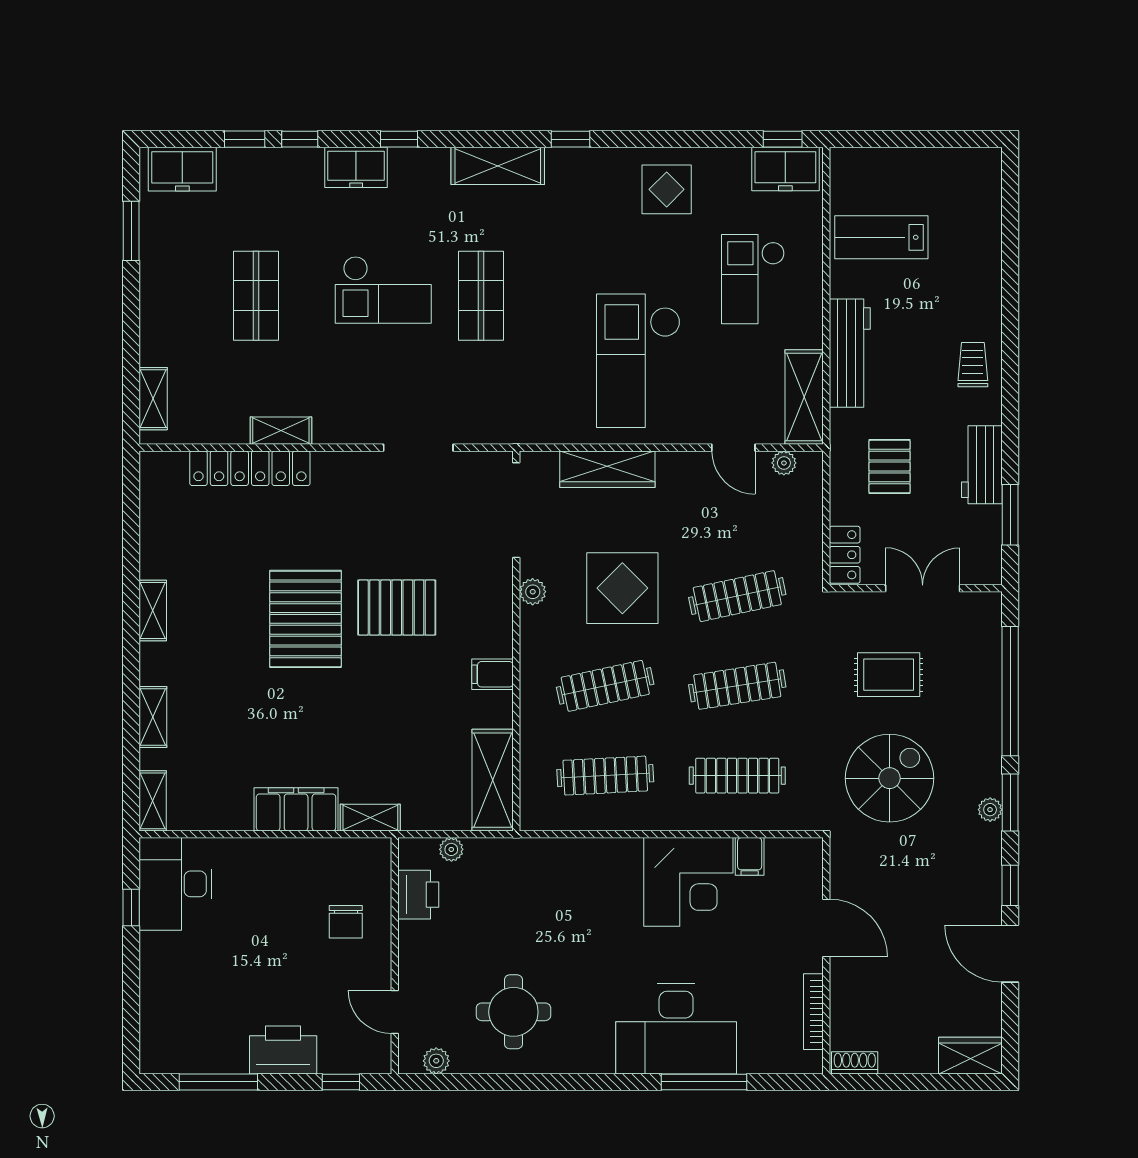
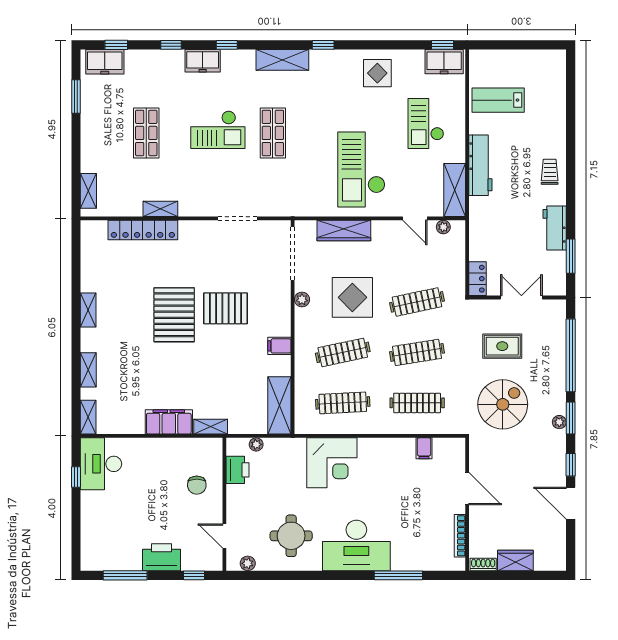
window: (245, 139) -> (116, 45), moved
pallet: (889, 467) -> (503, 229), removed
corner desk: (688, 882) -> (332, 463), moved
desk: (676, 1029) -> (356, 545), moved
wardrobe: (970, 1056) -> (515, 560), moved

